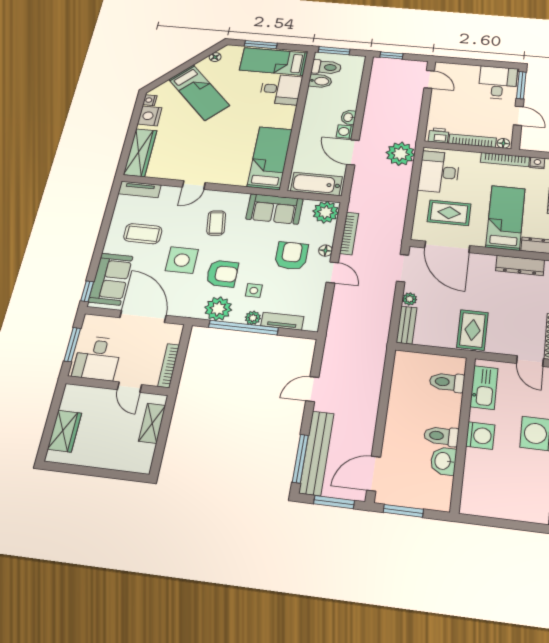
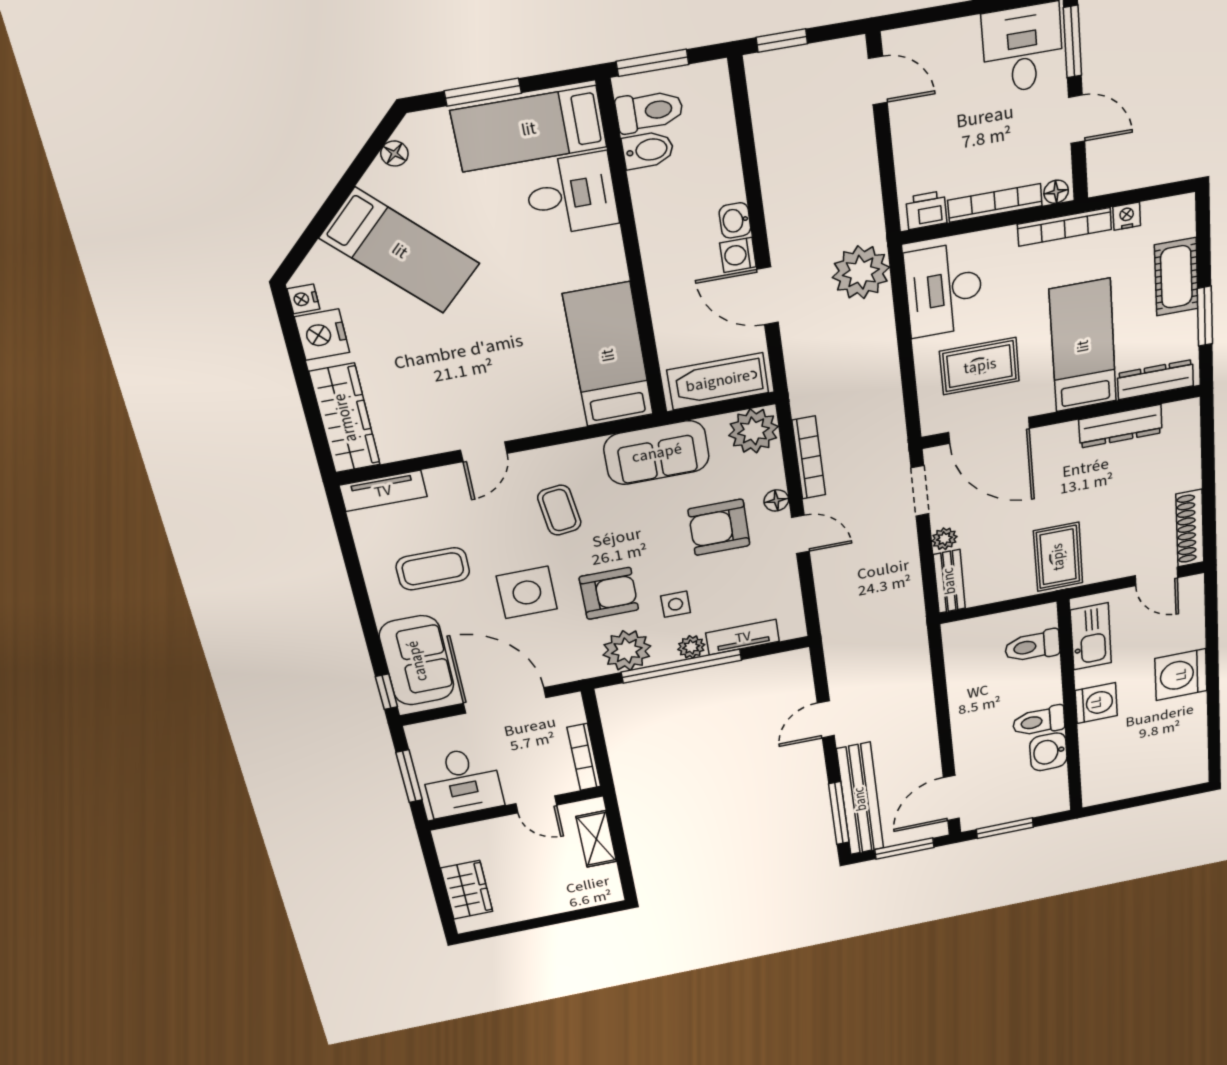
armchair: (291, 256) -> (719, 527), turned -90

